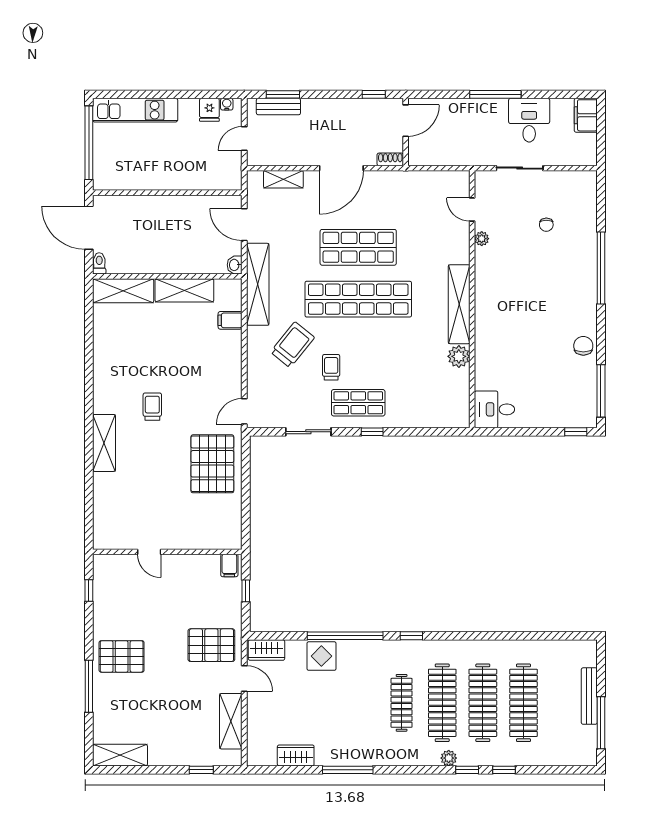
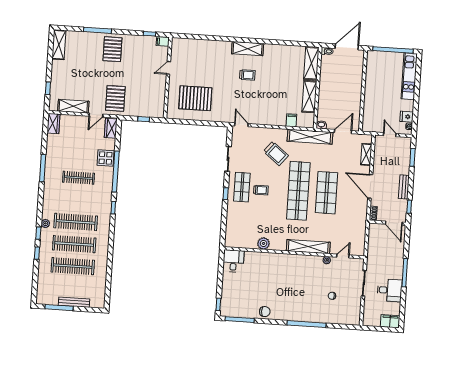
bench: (278, 107) -> (404, 187), moved
shelving: (459, 304) -> (308, 247), moved
trolley: (331, 367) -> (261, 190), moved
shelving: (104, 443) -> (248, 49), moved
pallet: (212, 464) -> (195, 98), moved
filing cabinet: (229, 565) -> (163, 41), moved
clothes rail: (402, 703) -> (79, 178), moved
wardrobe: (296, 755) -> (53, 124), moved

